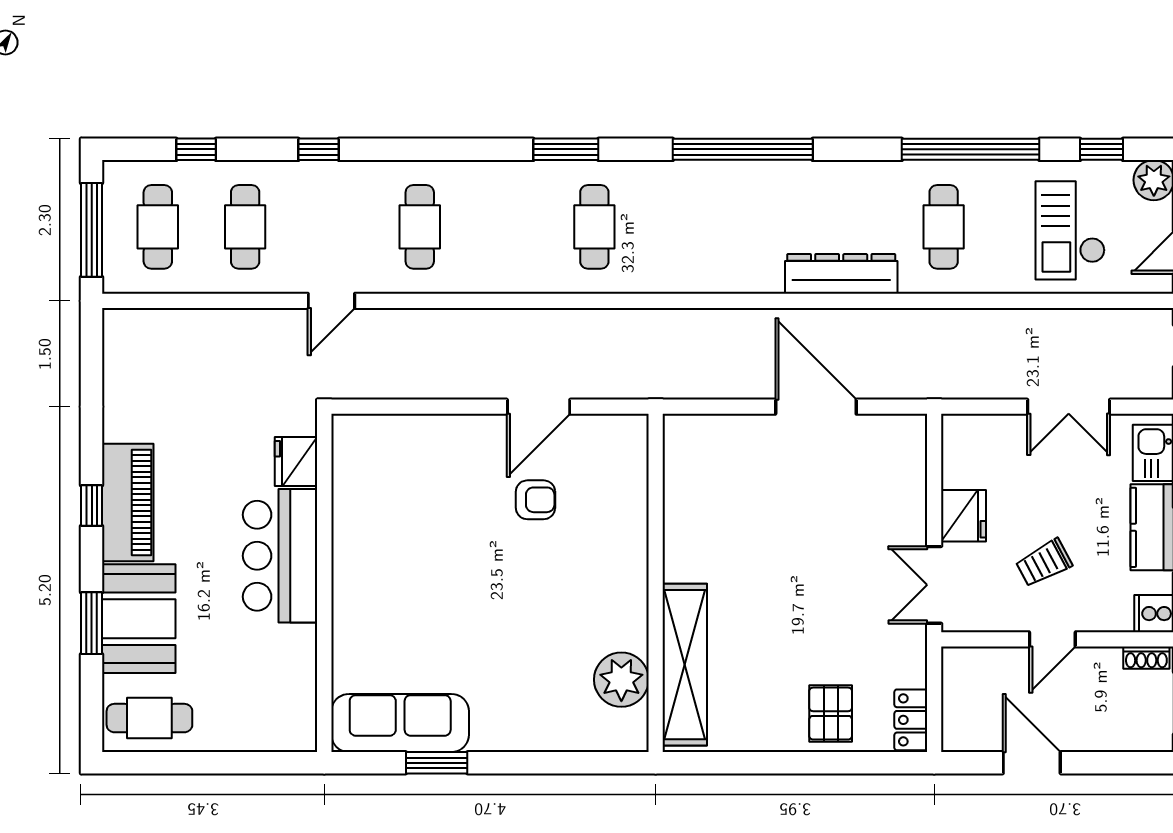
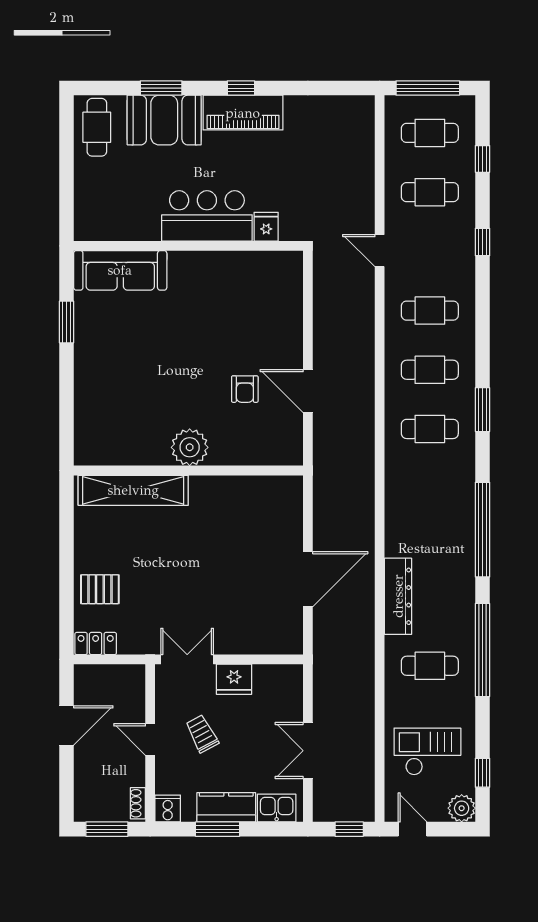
window: (971, 149) -> (482, 650), moved
cafe table: (507, 227) -> (430, 370), added
fridge: (296, 461) -> (266, 227), width x0.72
plant: (621, 680) -> (190, 447), moved
sofa: (400, 723) -> (120, 270), moved, turned 90

